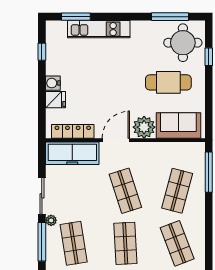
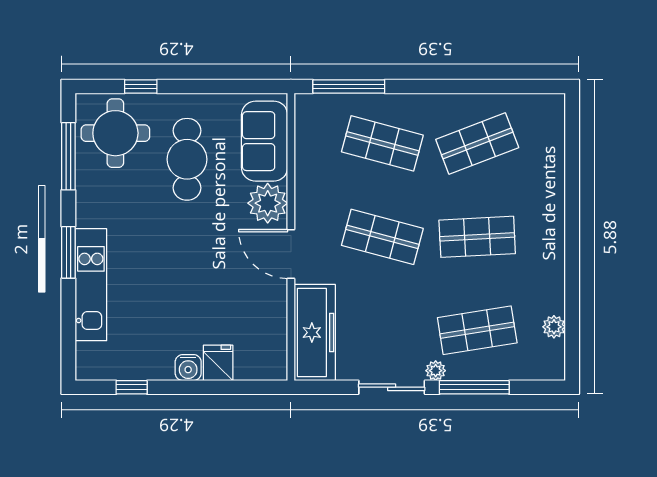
window: (76, 17) -> (68, 252), moved
locker: (73, 131) -> (275, 332), removed
shop shelf: (125, 191) -> (382, 237), turned 33

